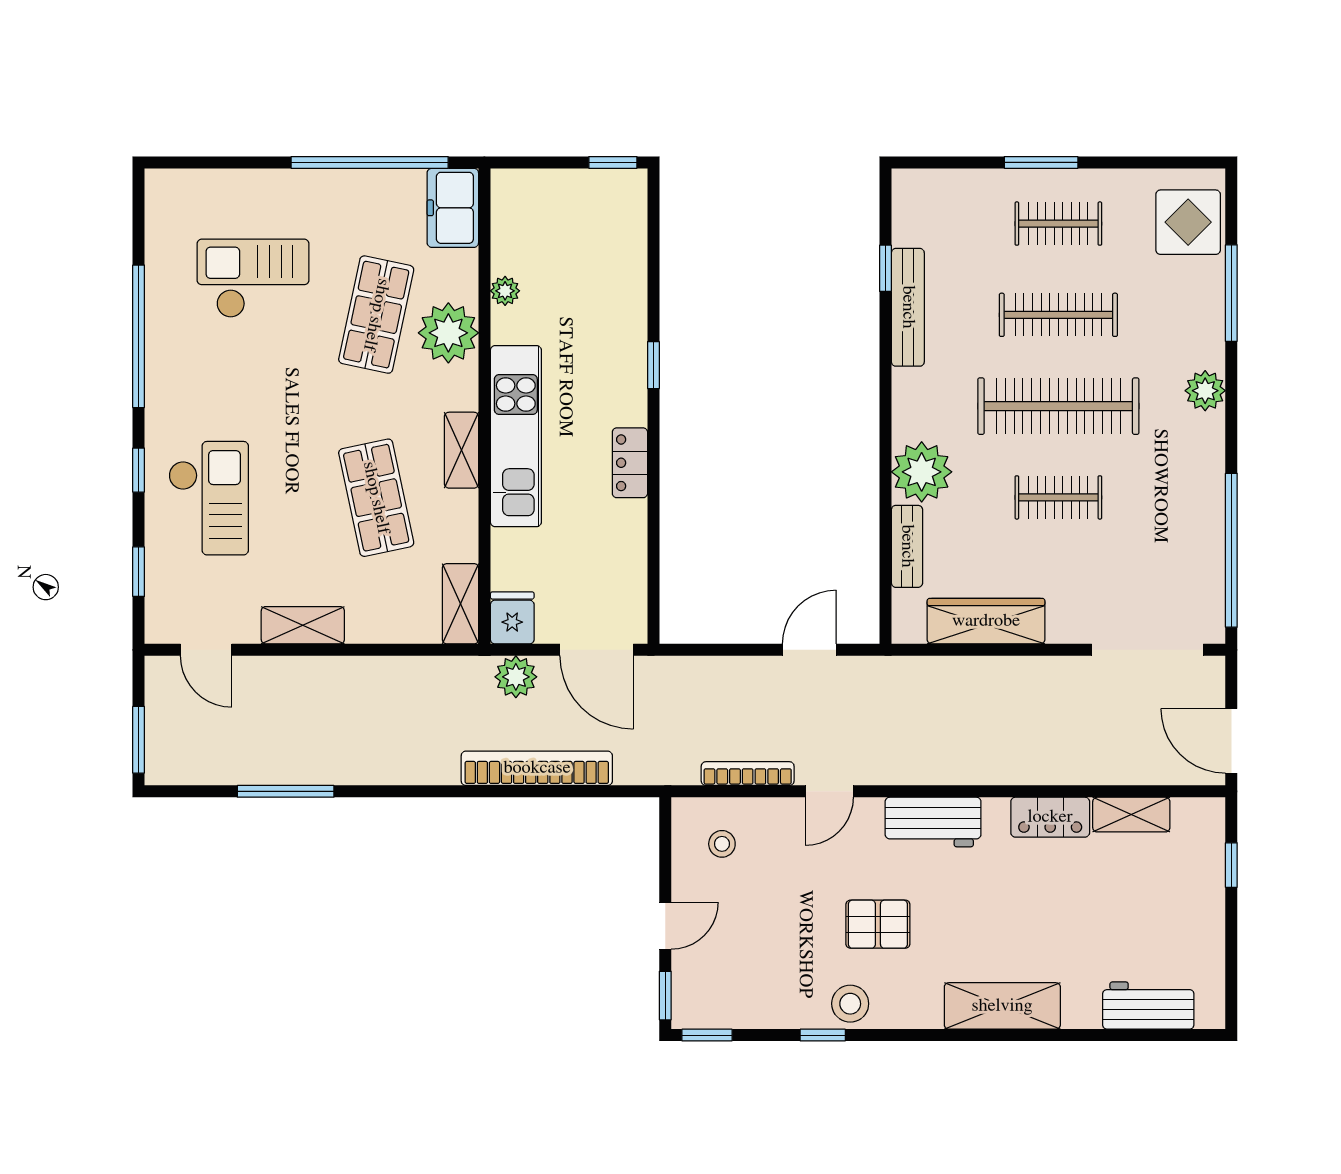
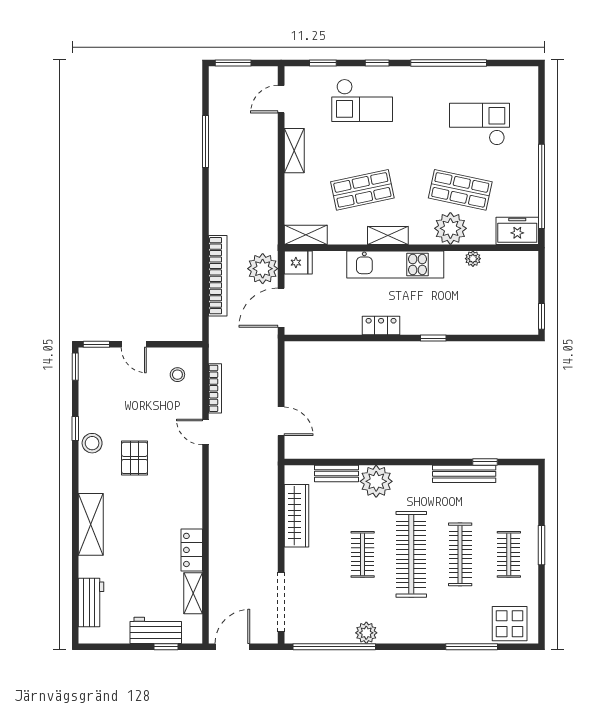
checkout: (253, 278) -> (480, 124), turned -90
plant: (1205, 391) -> (366, 633), moved
plant: (516, 677) -> (263, 269), width x1.36, depth x1.36
workbench: (933, 822) -> (156, 630), moved, turned 90

